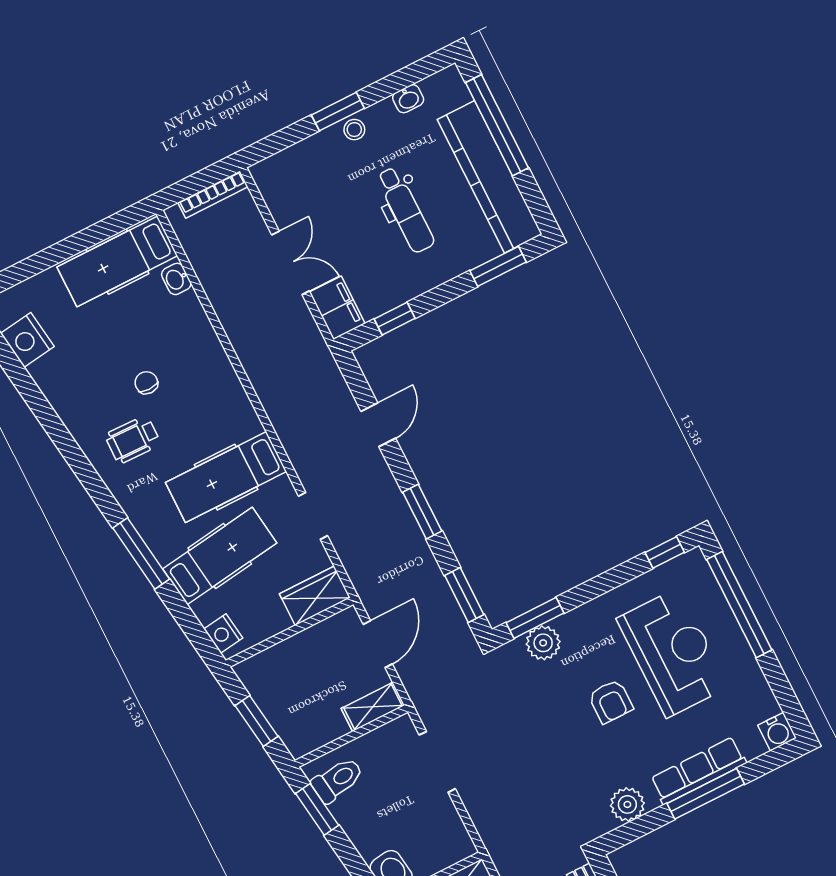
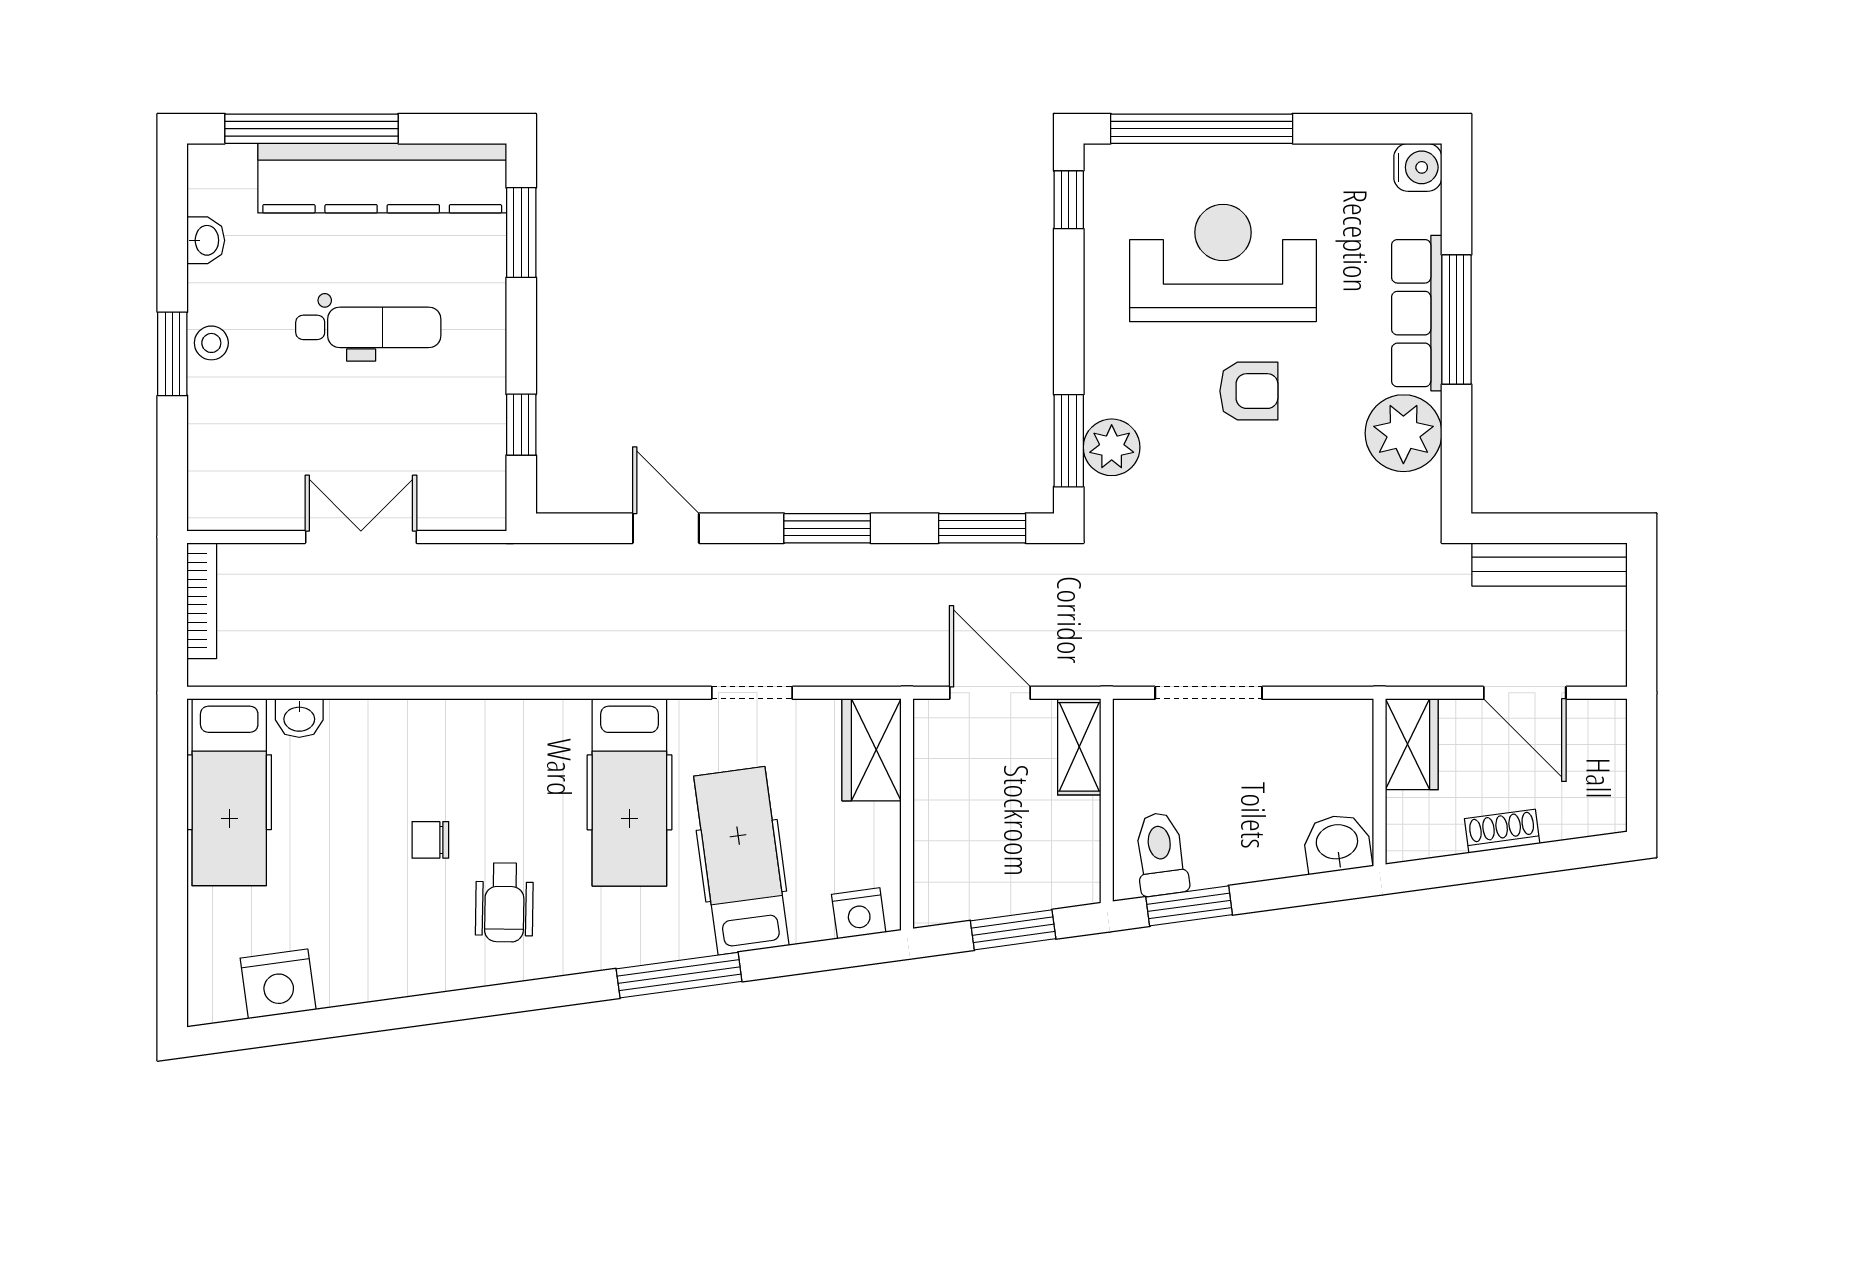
filing cabinet: (337, 308) -> (462, 501), removed
plant: (627, 804) -> (1403, 433), width x1.36, depth x1.36

